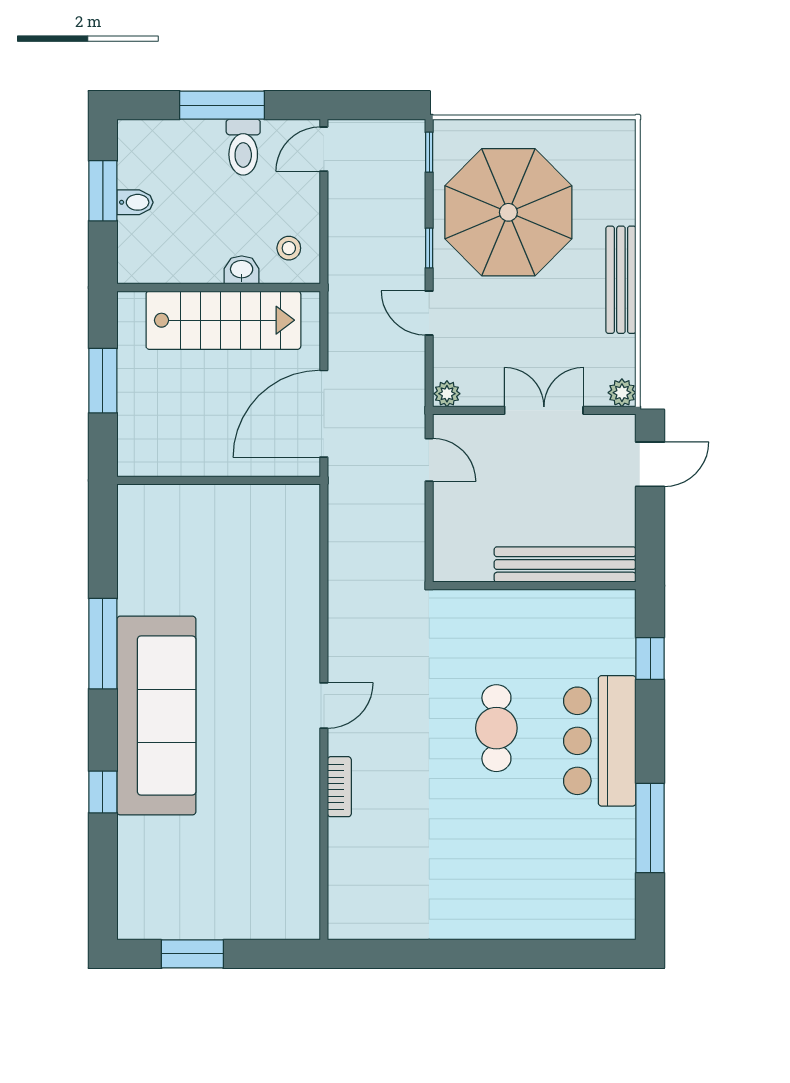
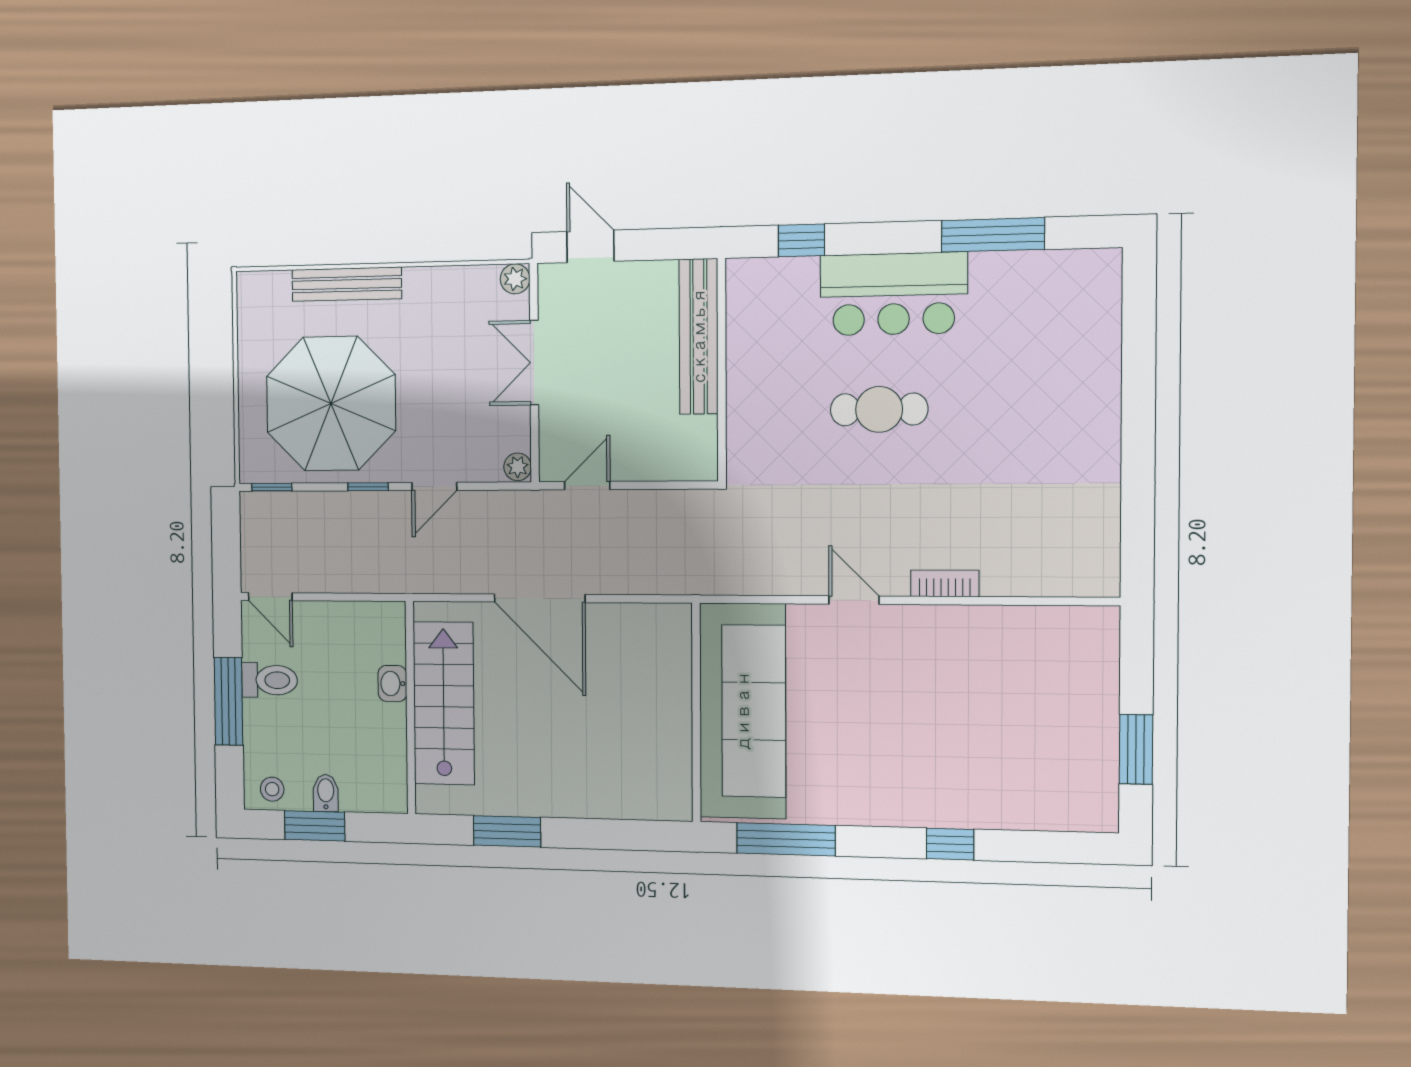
stool: (289, 248) -> (272, 789), moved
bench: (621, 280) -> (347, 284), moved
wall: (219, 480) -> (696, 713), moved
sofa: (156, 716) -> (743, 711), moved, turned 90

